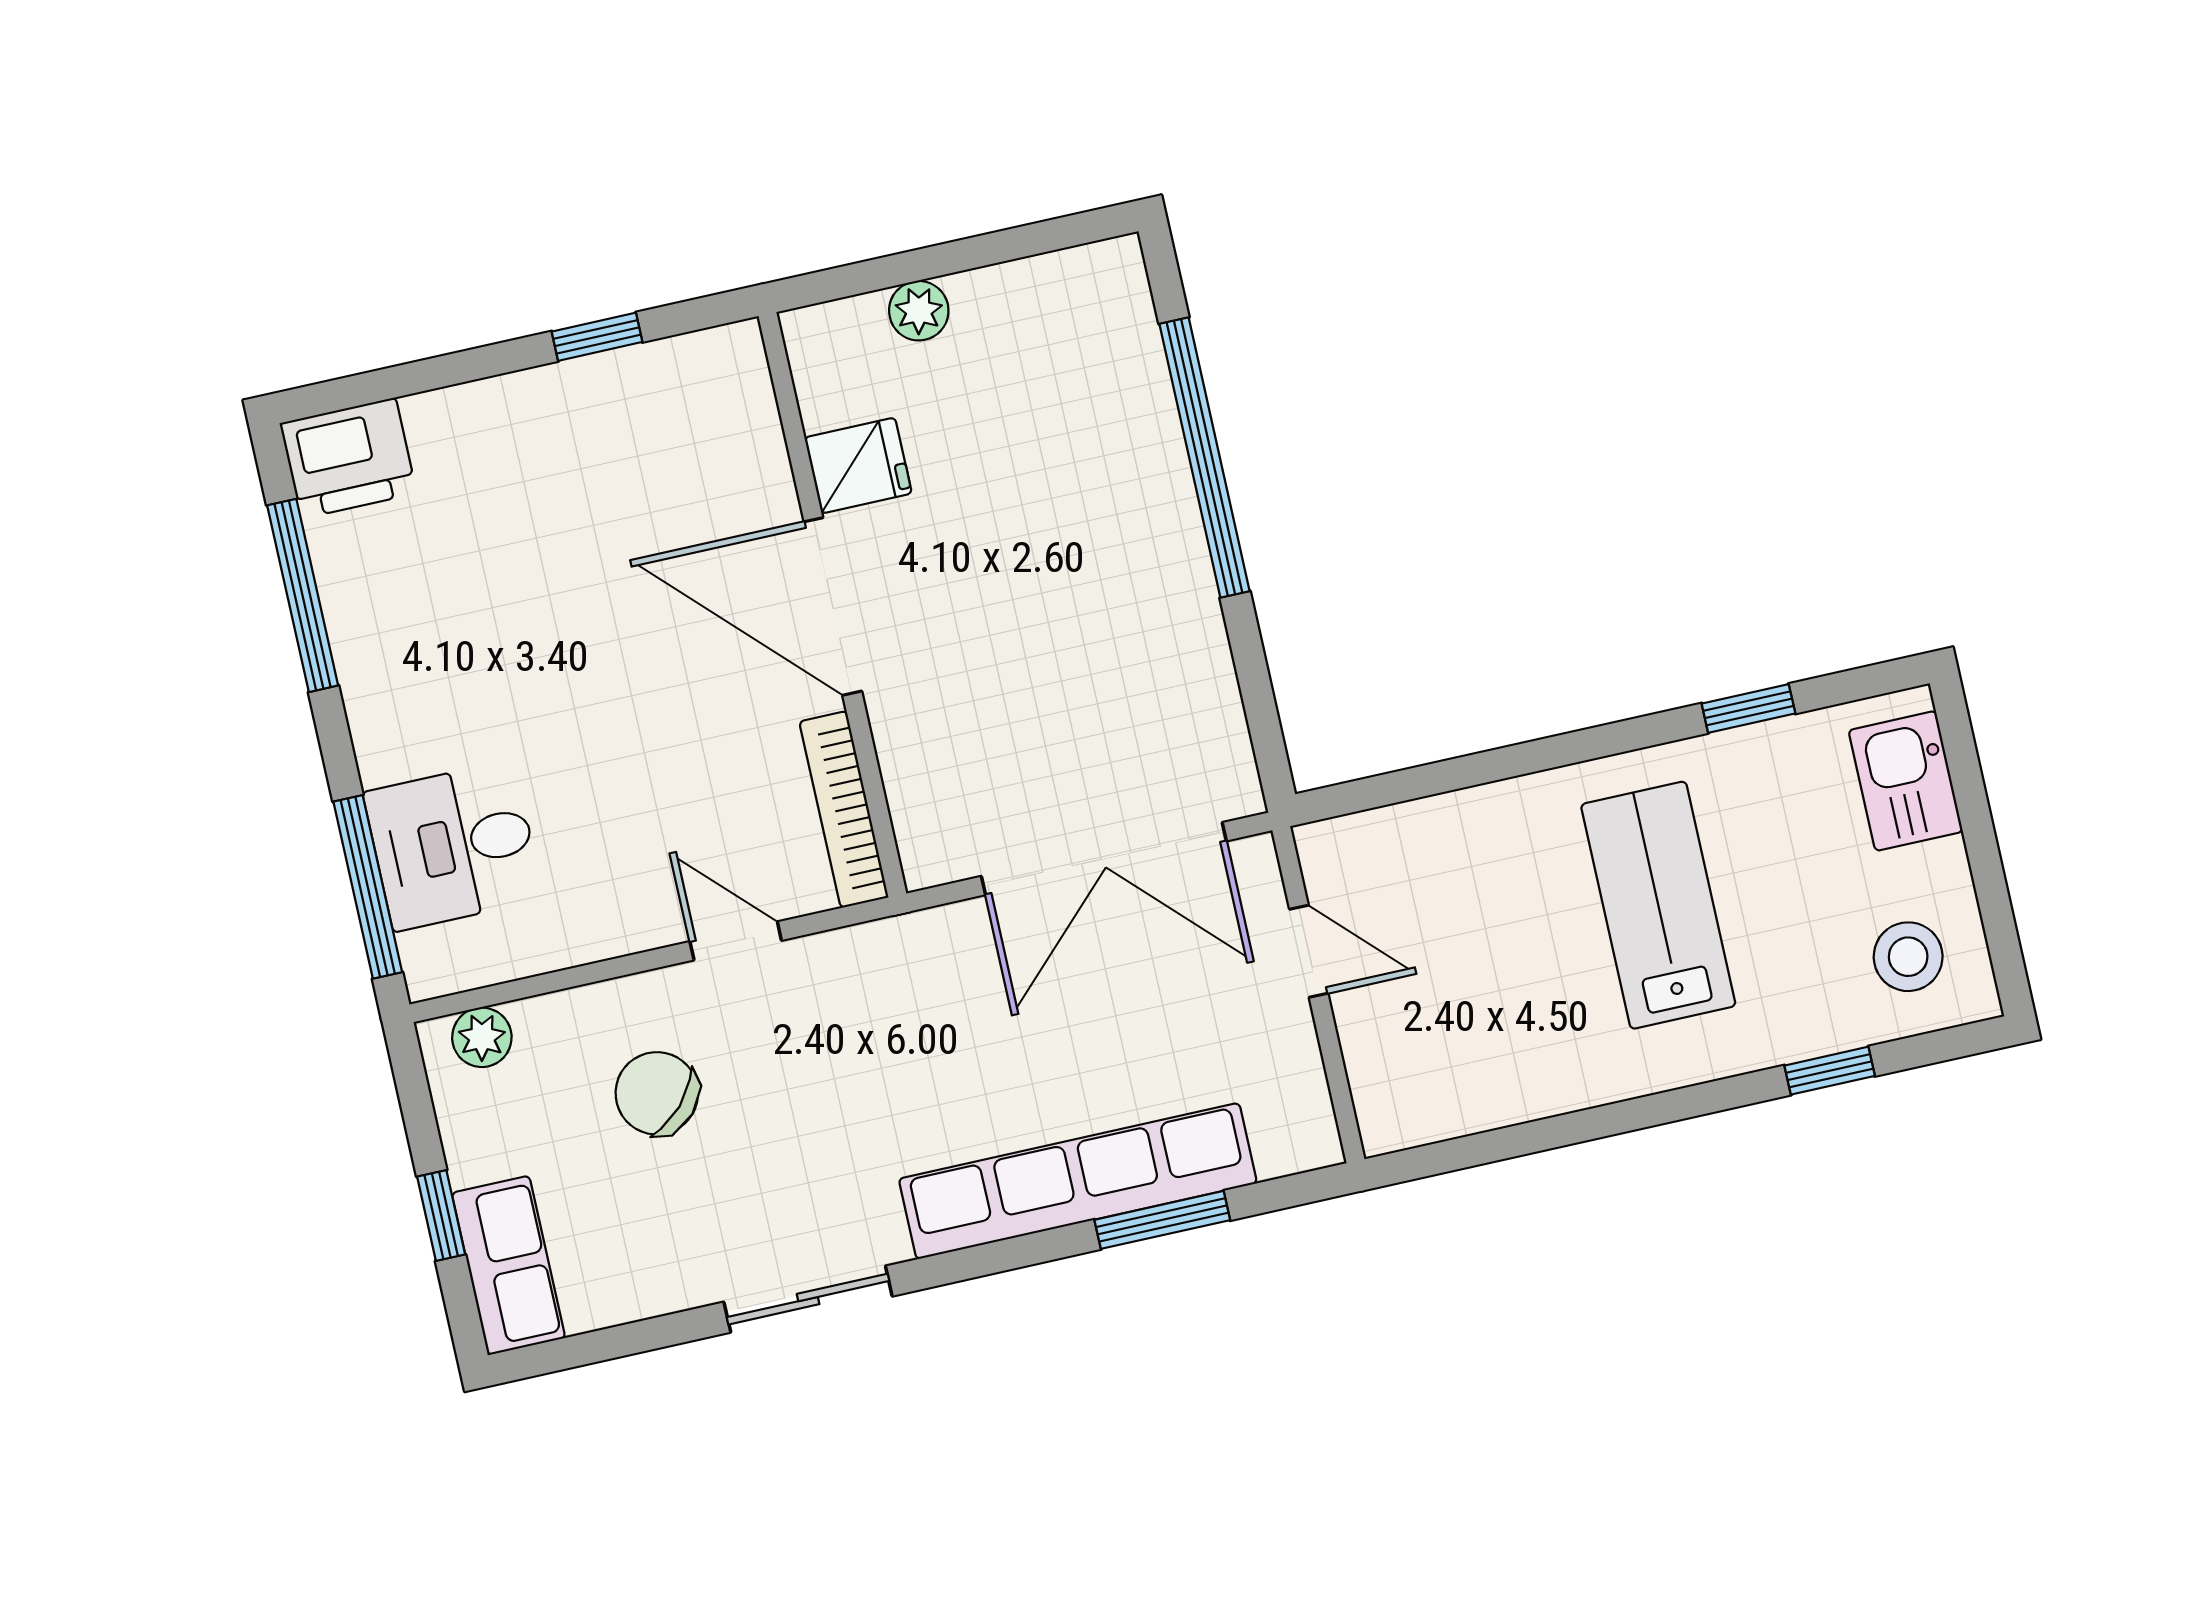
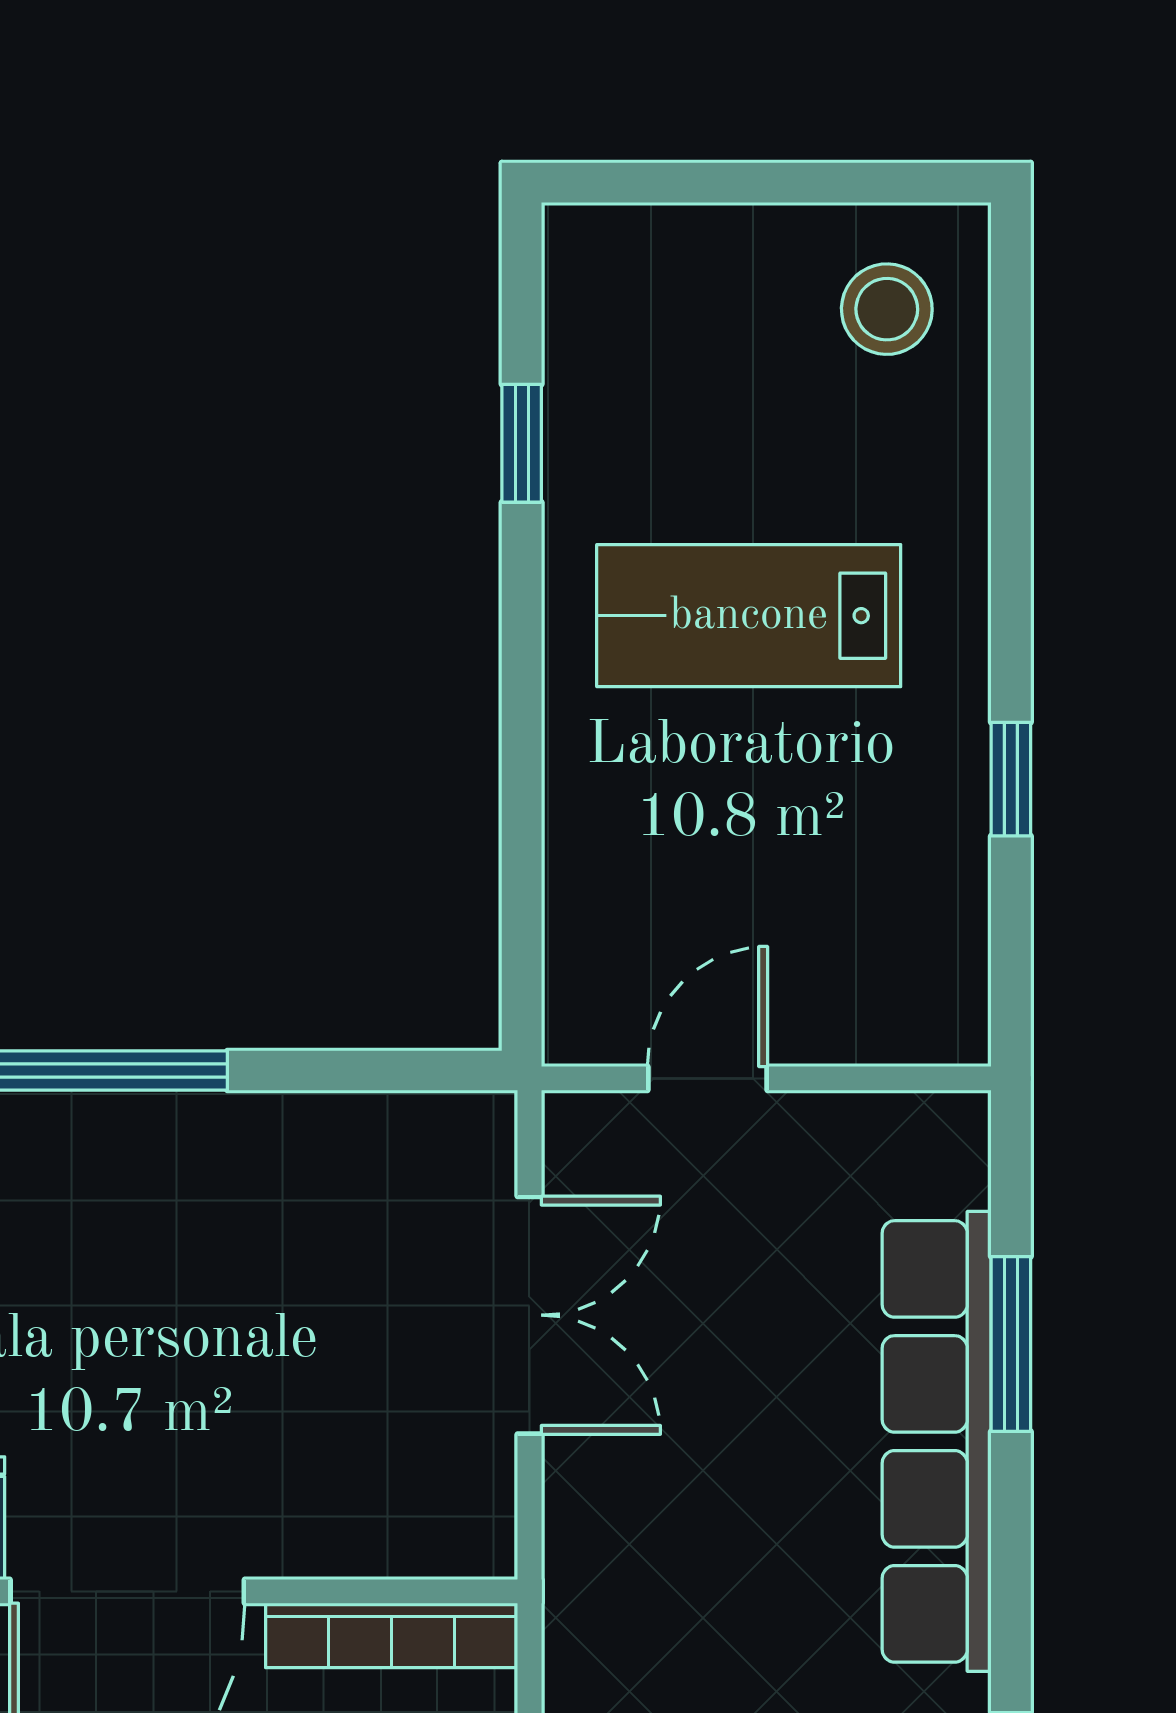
kitchen sink: (1906, 781) -> (660, 262), removed
double door: (1104, 859) -> (529, 1315), width x0.73
window: (1830, 1071) -> (1011, 779), moved

